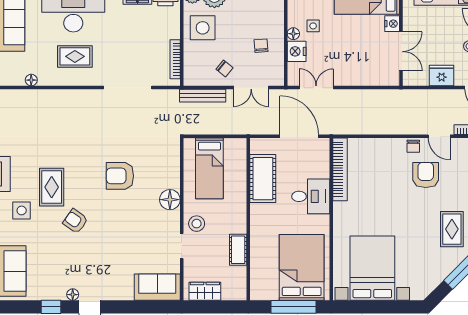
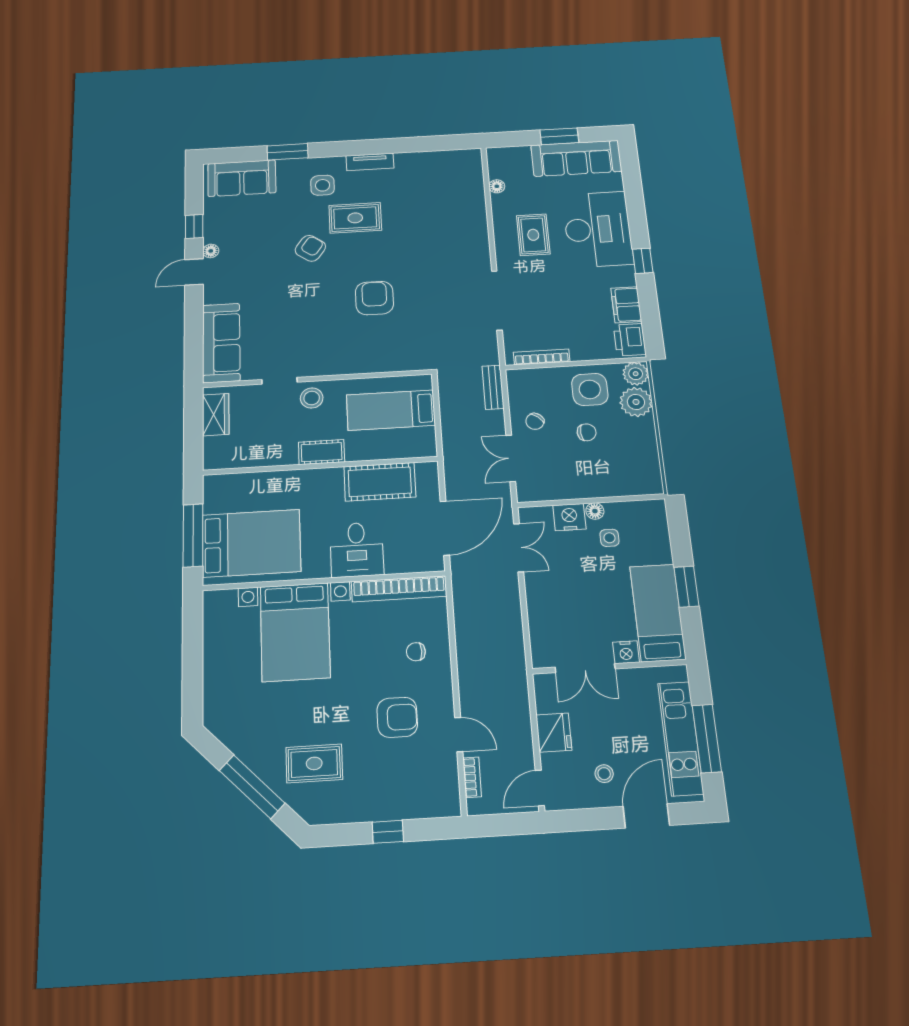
chair: (261, 46) -> (587, 432), moved
bench: (203, 96) -> (493, 387), width x0.73
door: (439, 136) -> (459, 735), swing flipped
chair: (413, 146) -> (416, 652), moved
floor lamp: (170, 200) -> (344, 362), removed
cot: (238, 250) -> (321, 452), moved
bed with nightstands: (372, 268) -> (295, 632), moved, turned 90
sofa: (157, 287) -> (221, 343), width x1.36

